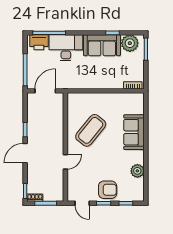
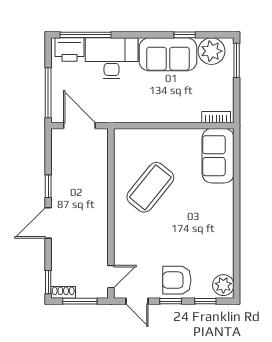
door: (45, 91) -> (79, 126), hinge flipped
sofa: (134, 132) -> (218, 156), moved
door: (65, 162) -> (111, 277), moved
plant: (137, 171) -> (223, 285), moved
armchair: (108, 190) -> (177, 280), turned 180

